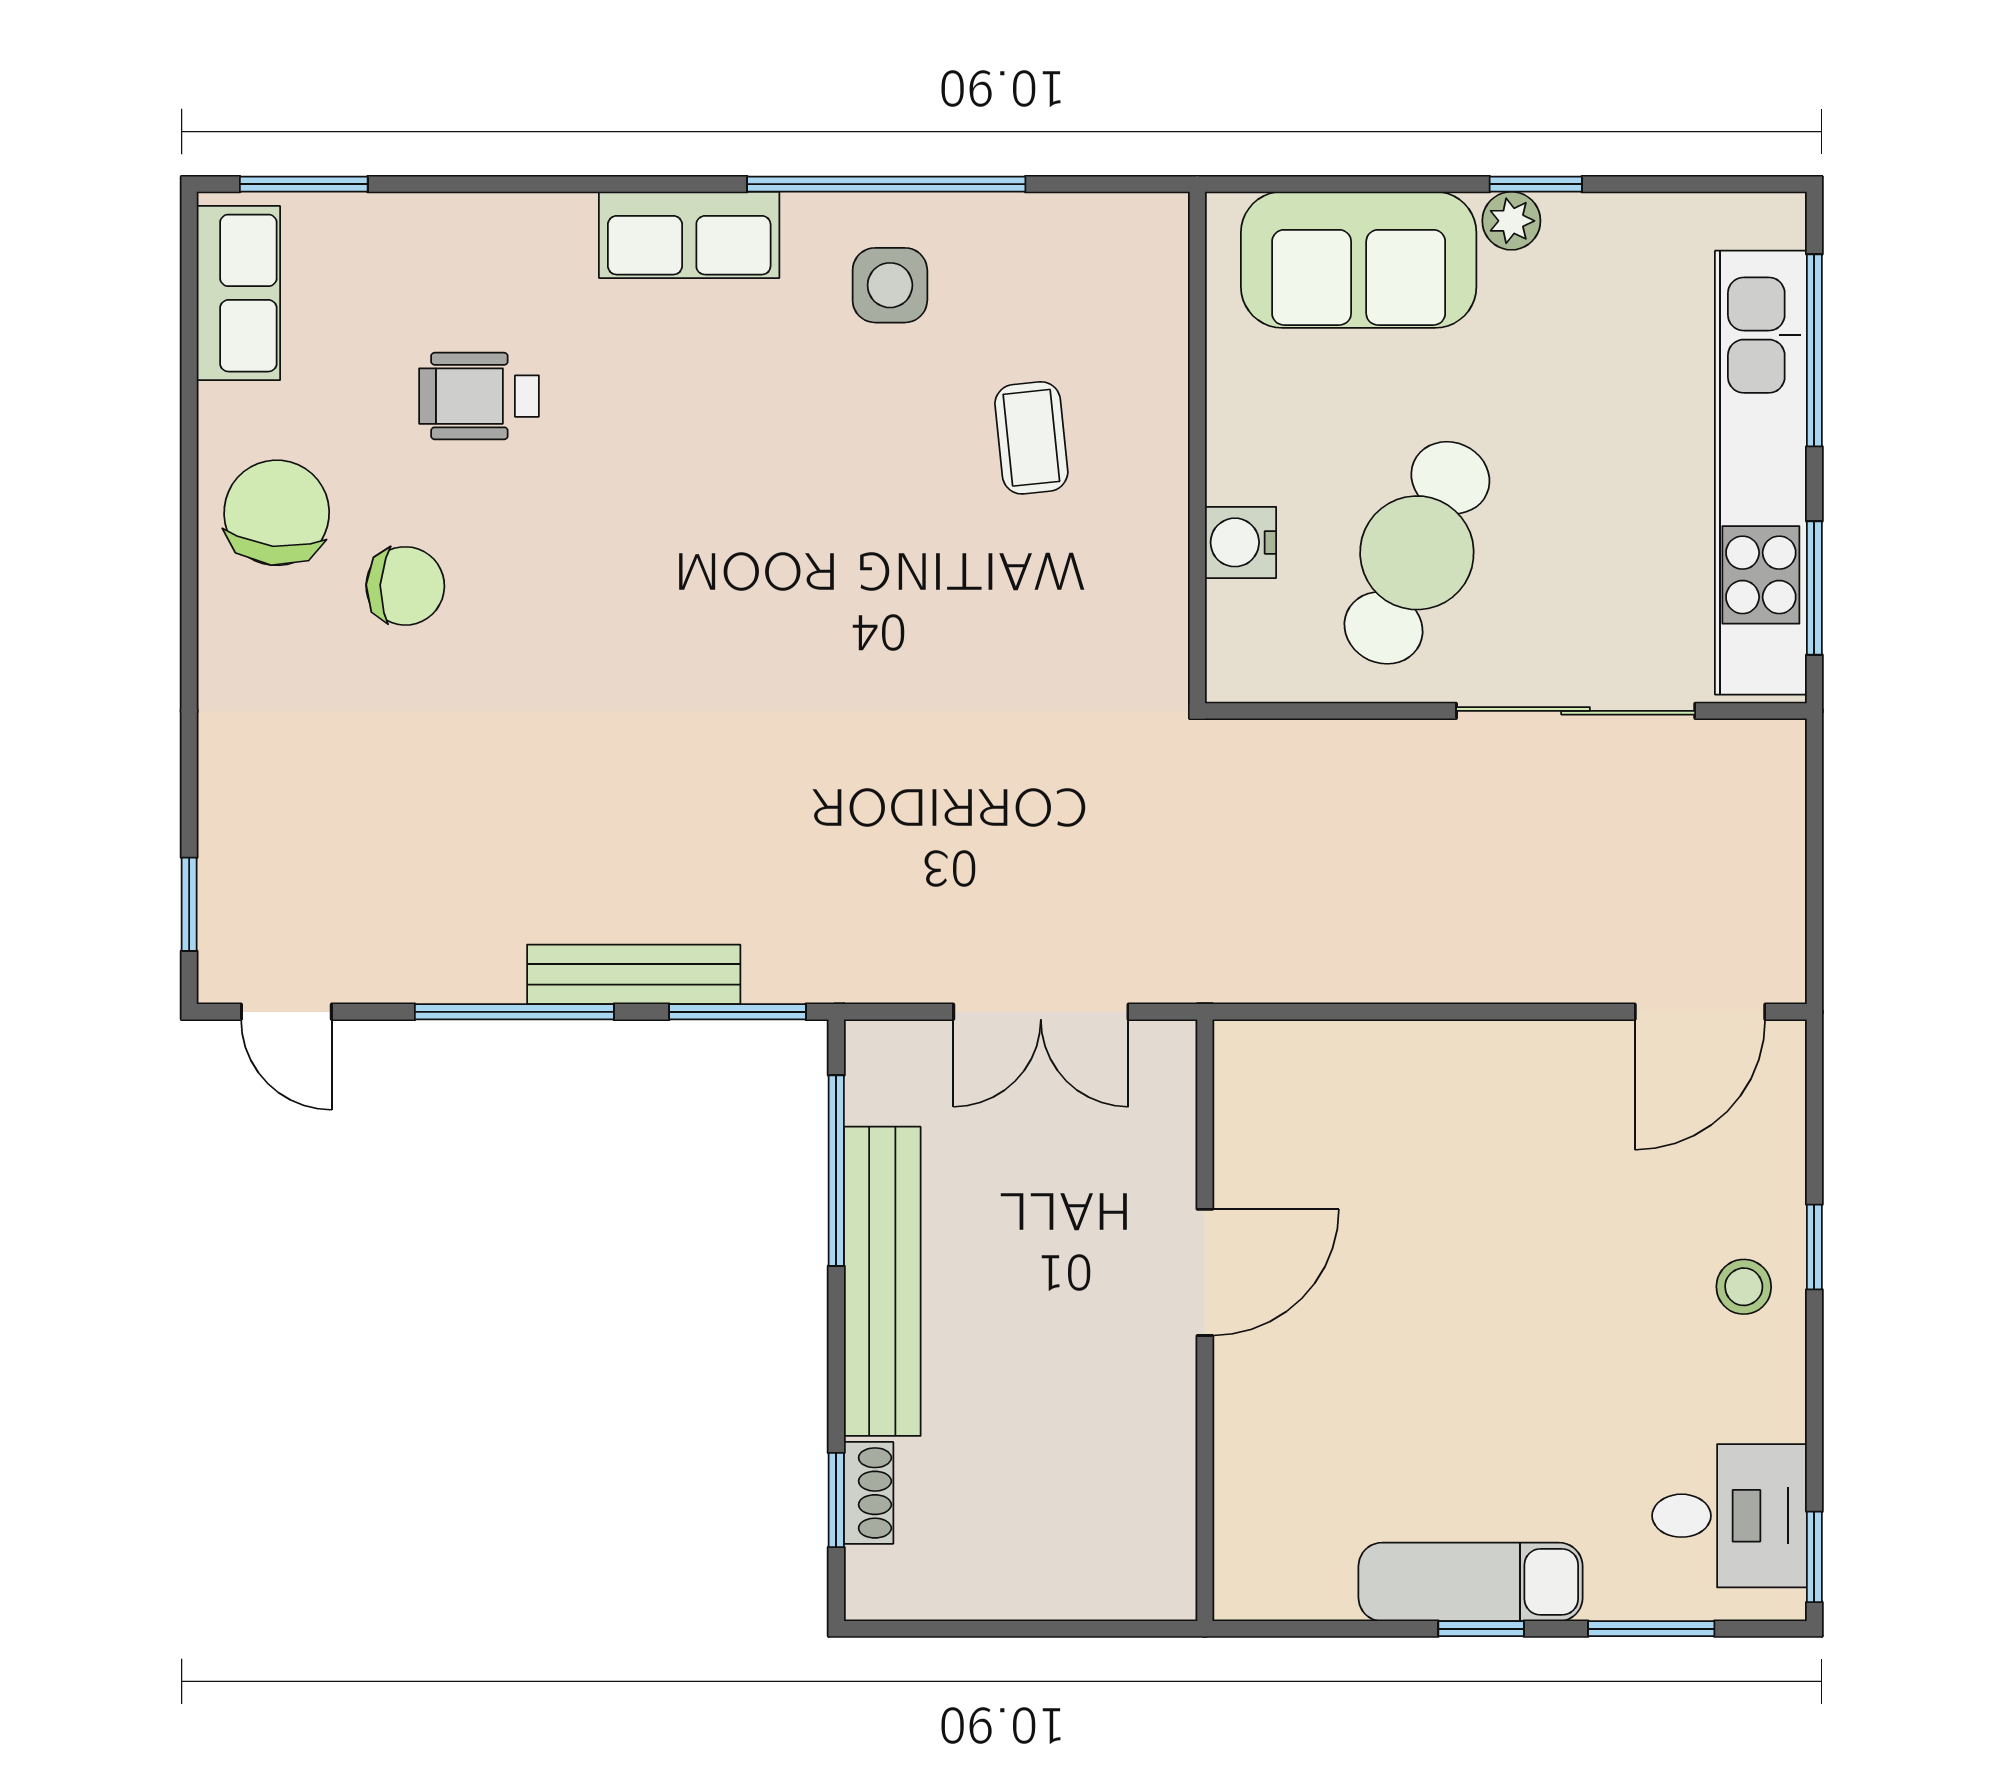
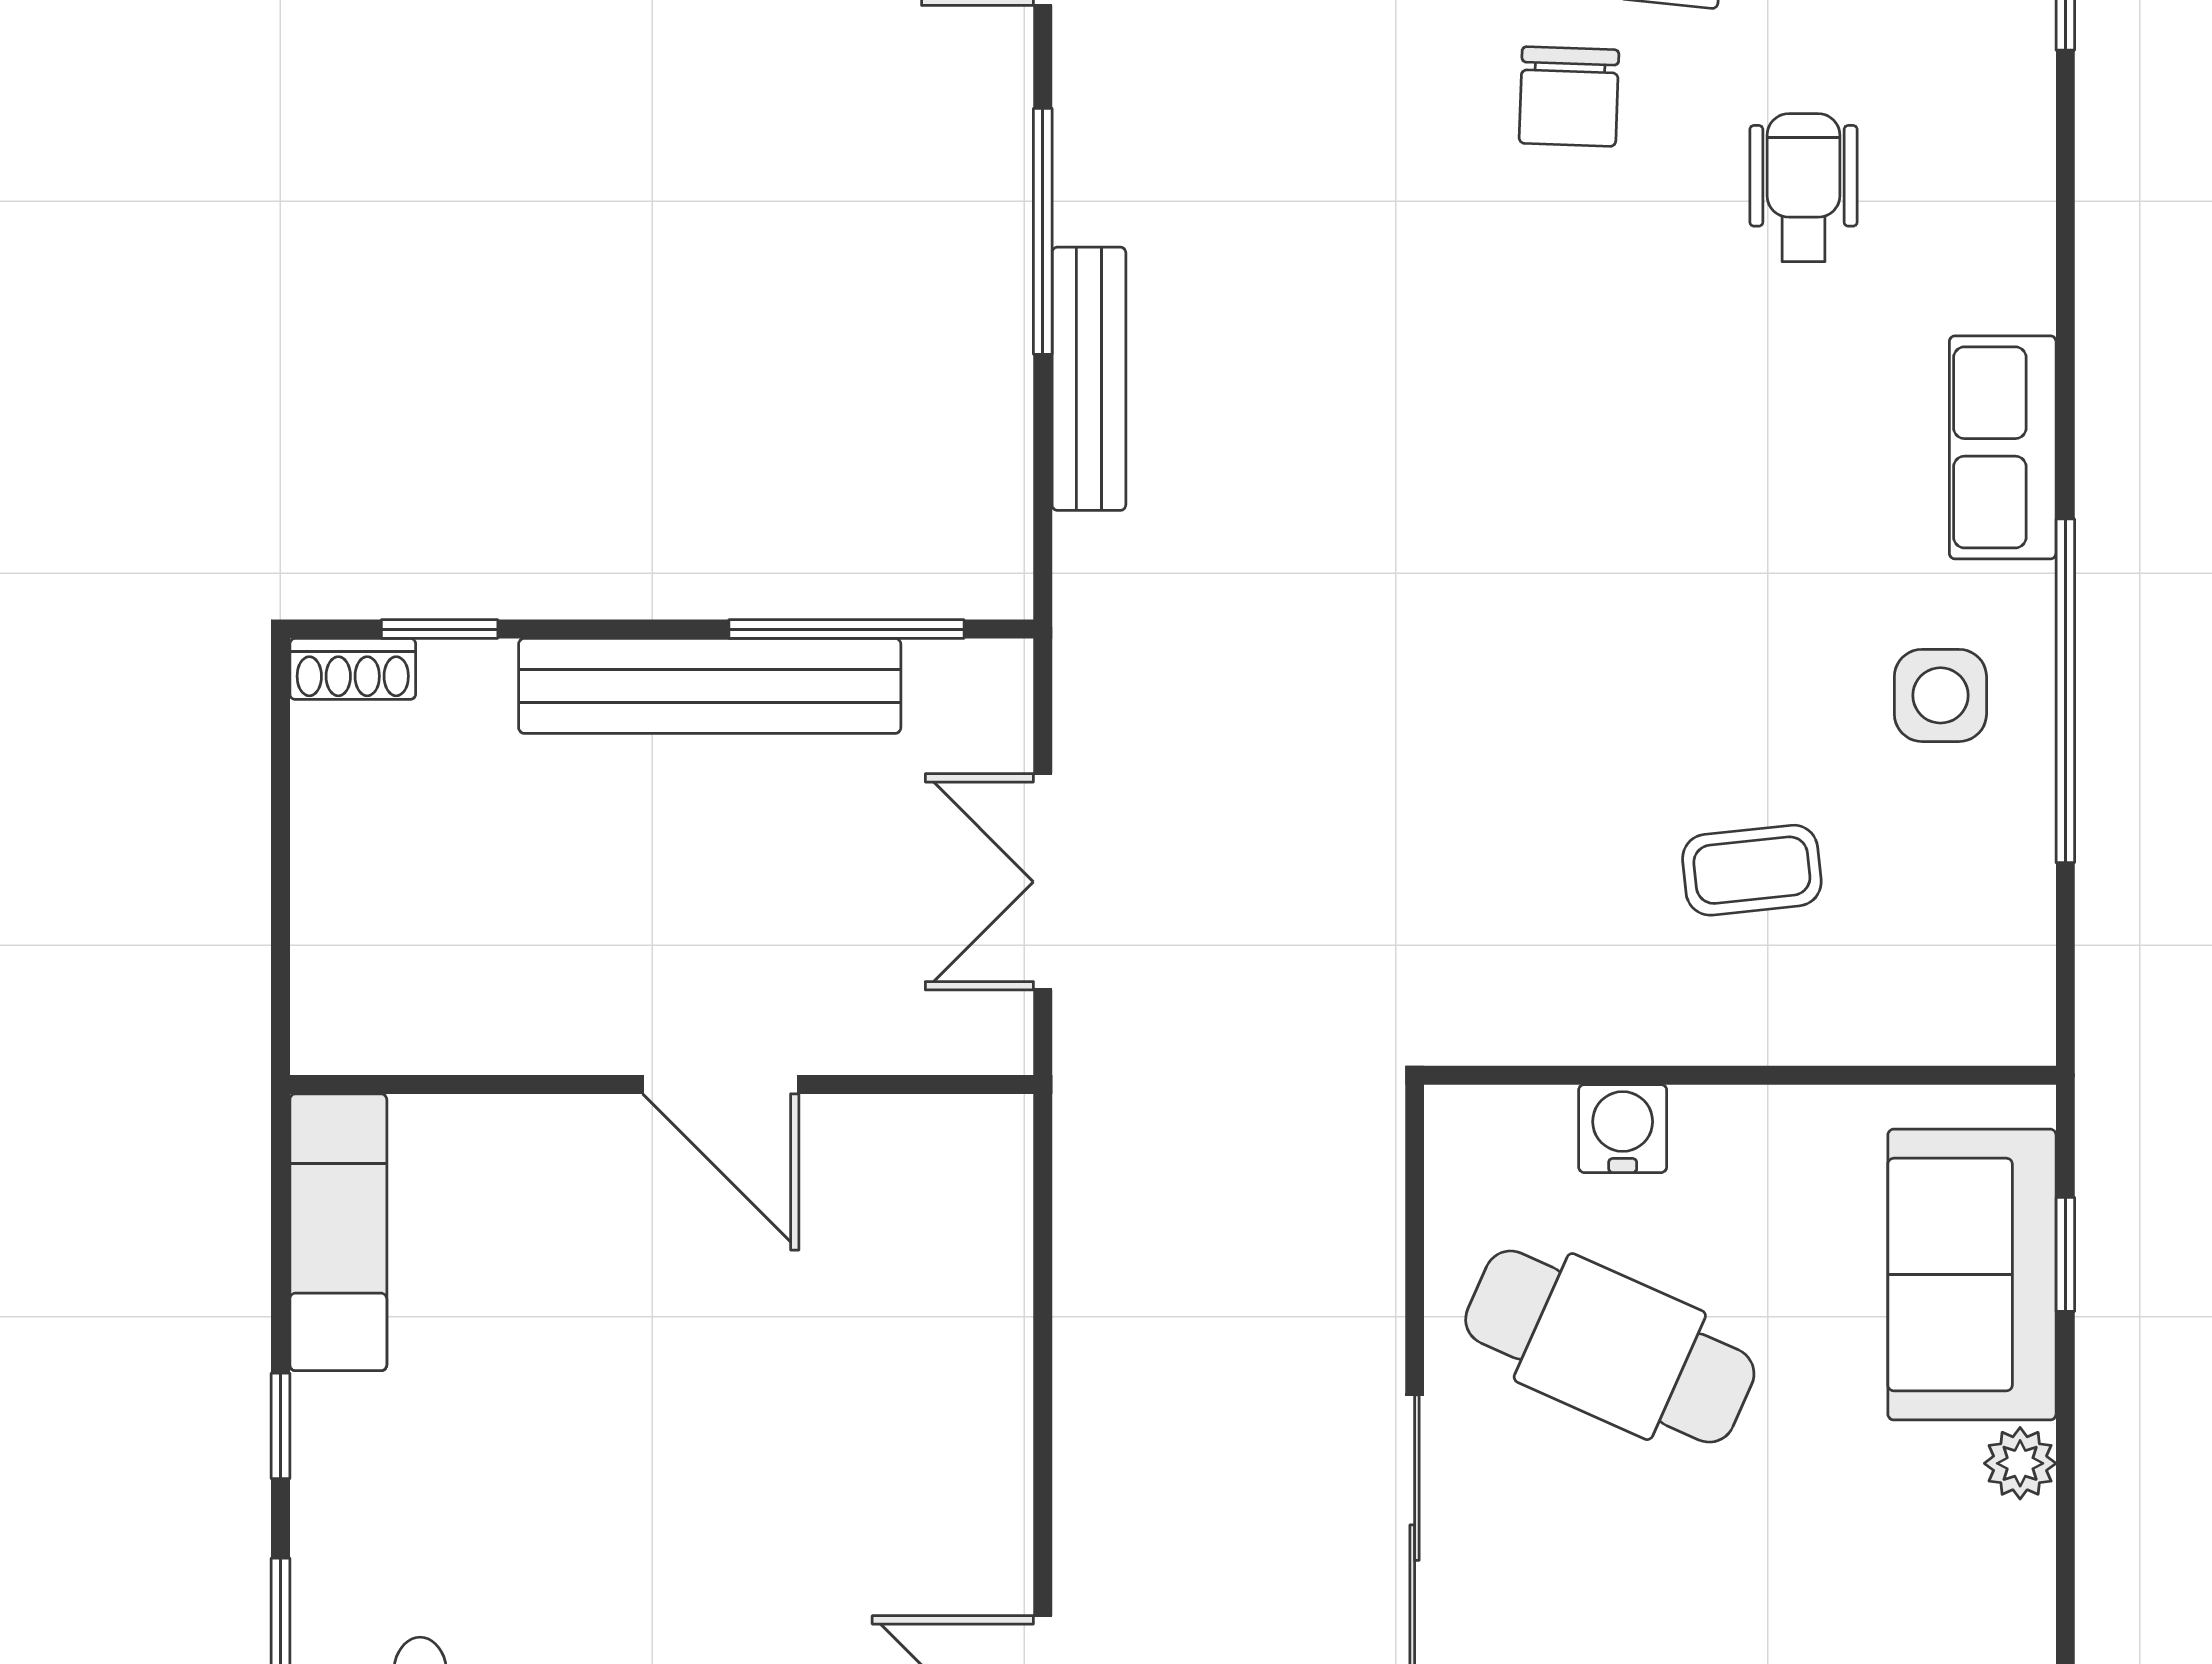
window: (1536, 184) -> (2065, 1254), moved
window: (738, 1012) -> (1043, 507), removed
shoe rack: (869, 1493) -> (353, 669), moved
exam couch: (1471, 1582) -> (338, 1232), moved

